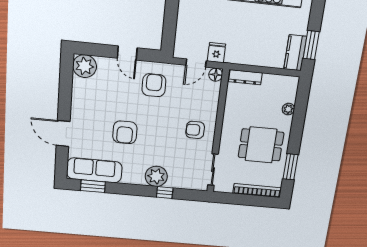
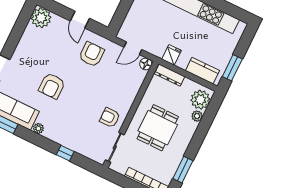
fridge: (217, 53) -> (172, 55), moved
kitchen counter: (295, 53) -> (202, 71), moved, turned 90
plant: (287, 91) -> (200, 100), added
armchair: (195, 130) -> (110, 118), moved
dining table: (261, 145) -> (158, 128), moved, turned 90
plant: (156, 176) -> (38, 128), moved, width x0.53, depth x0.53

